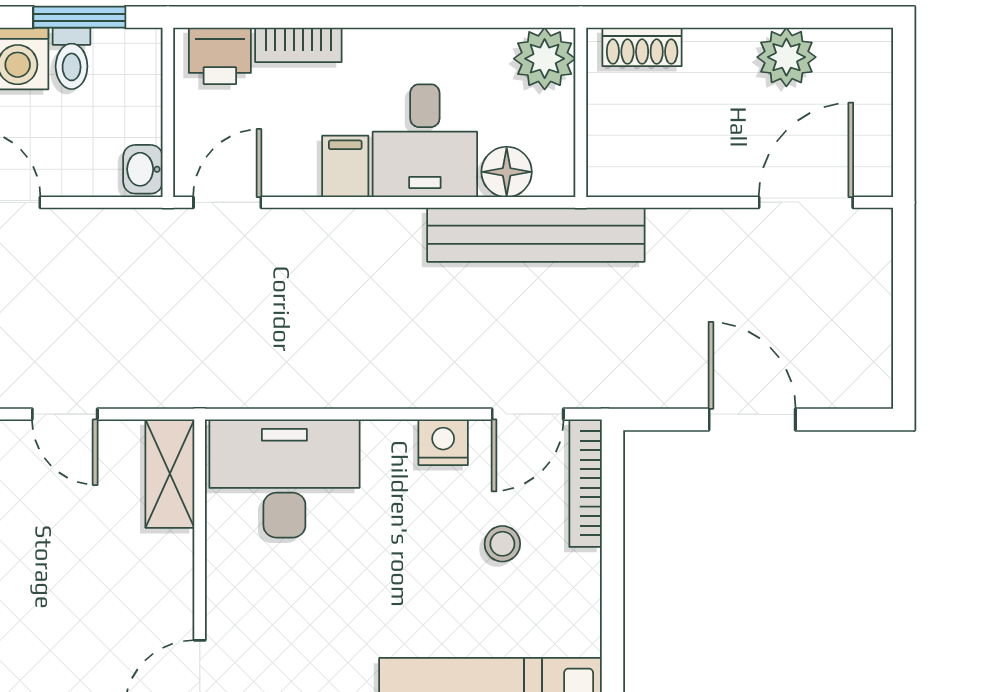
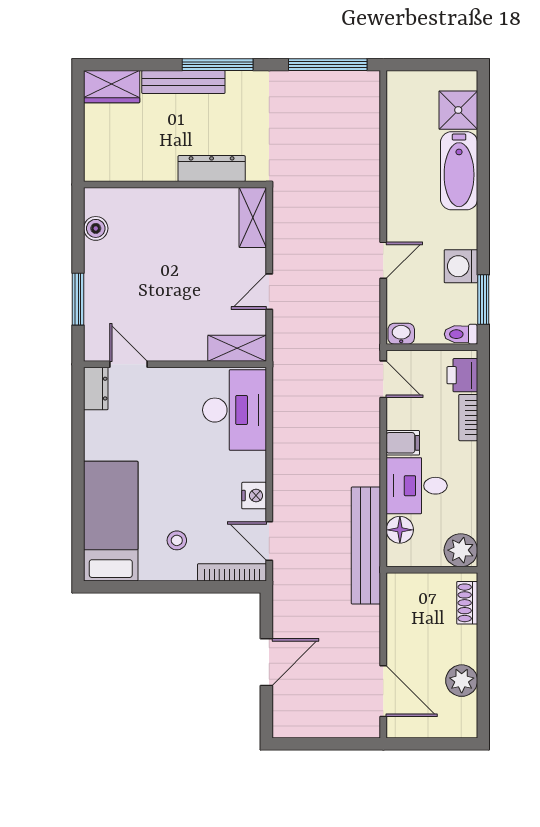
toilet: (72, 58) -> (461, 334), moved
stool: (502, 544) -> (177, 540), moved

